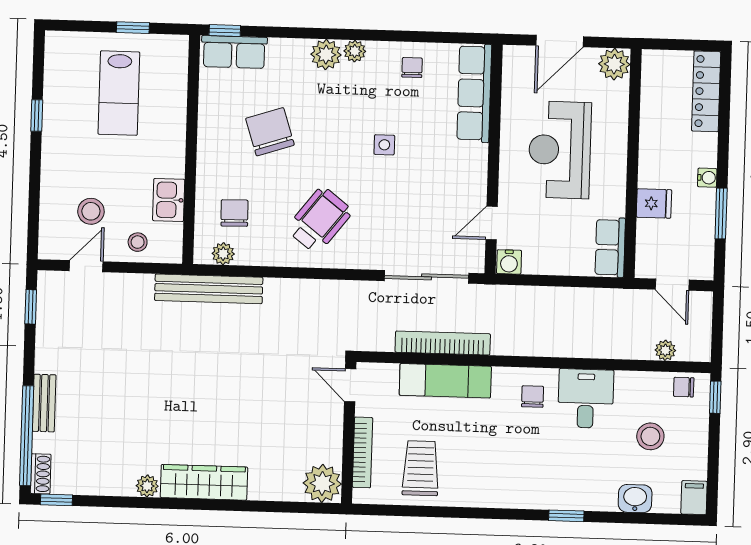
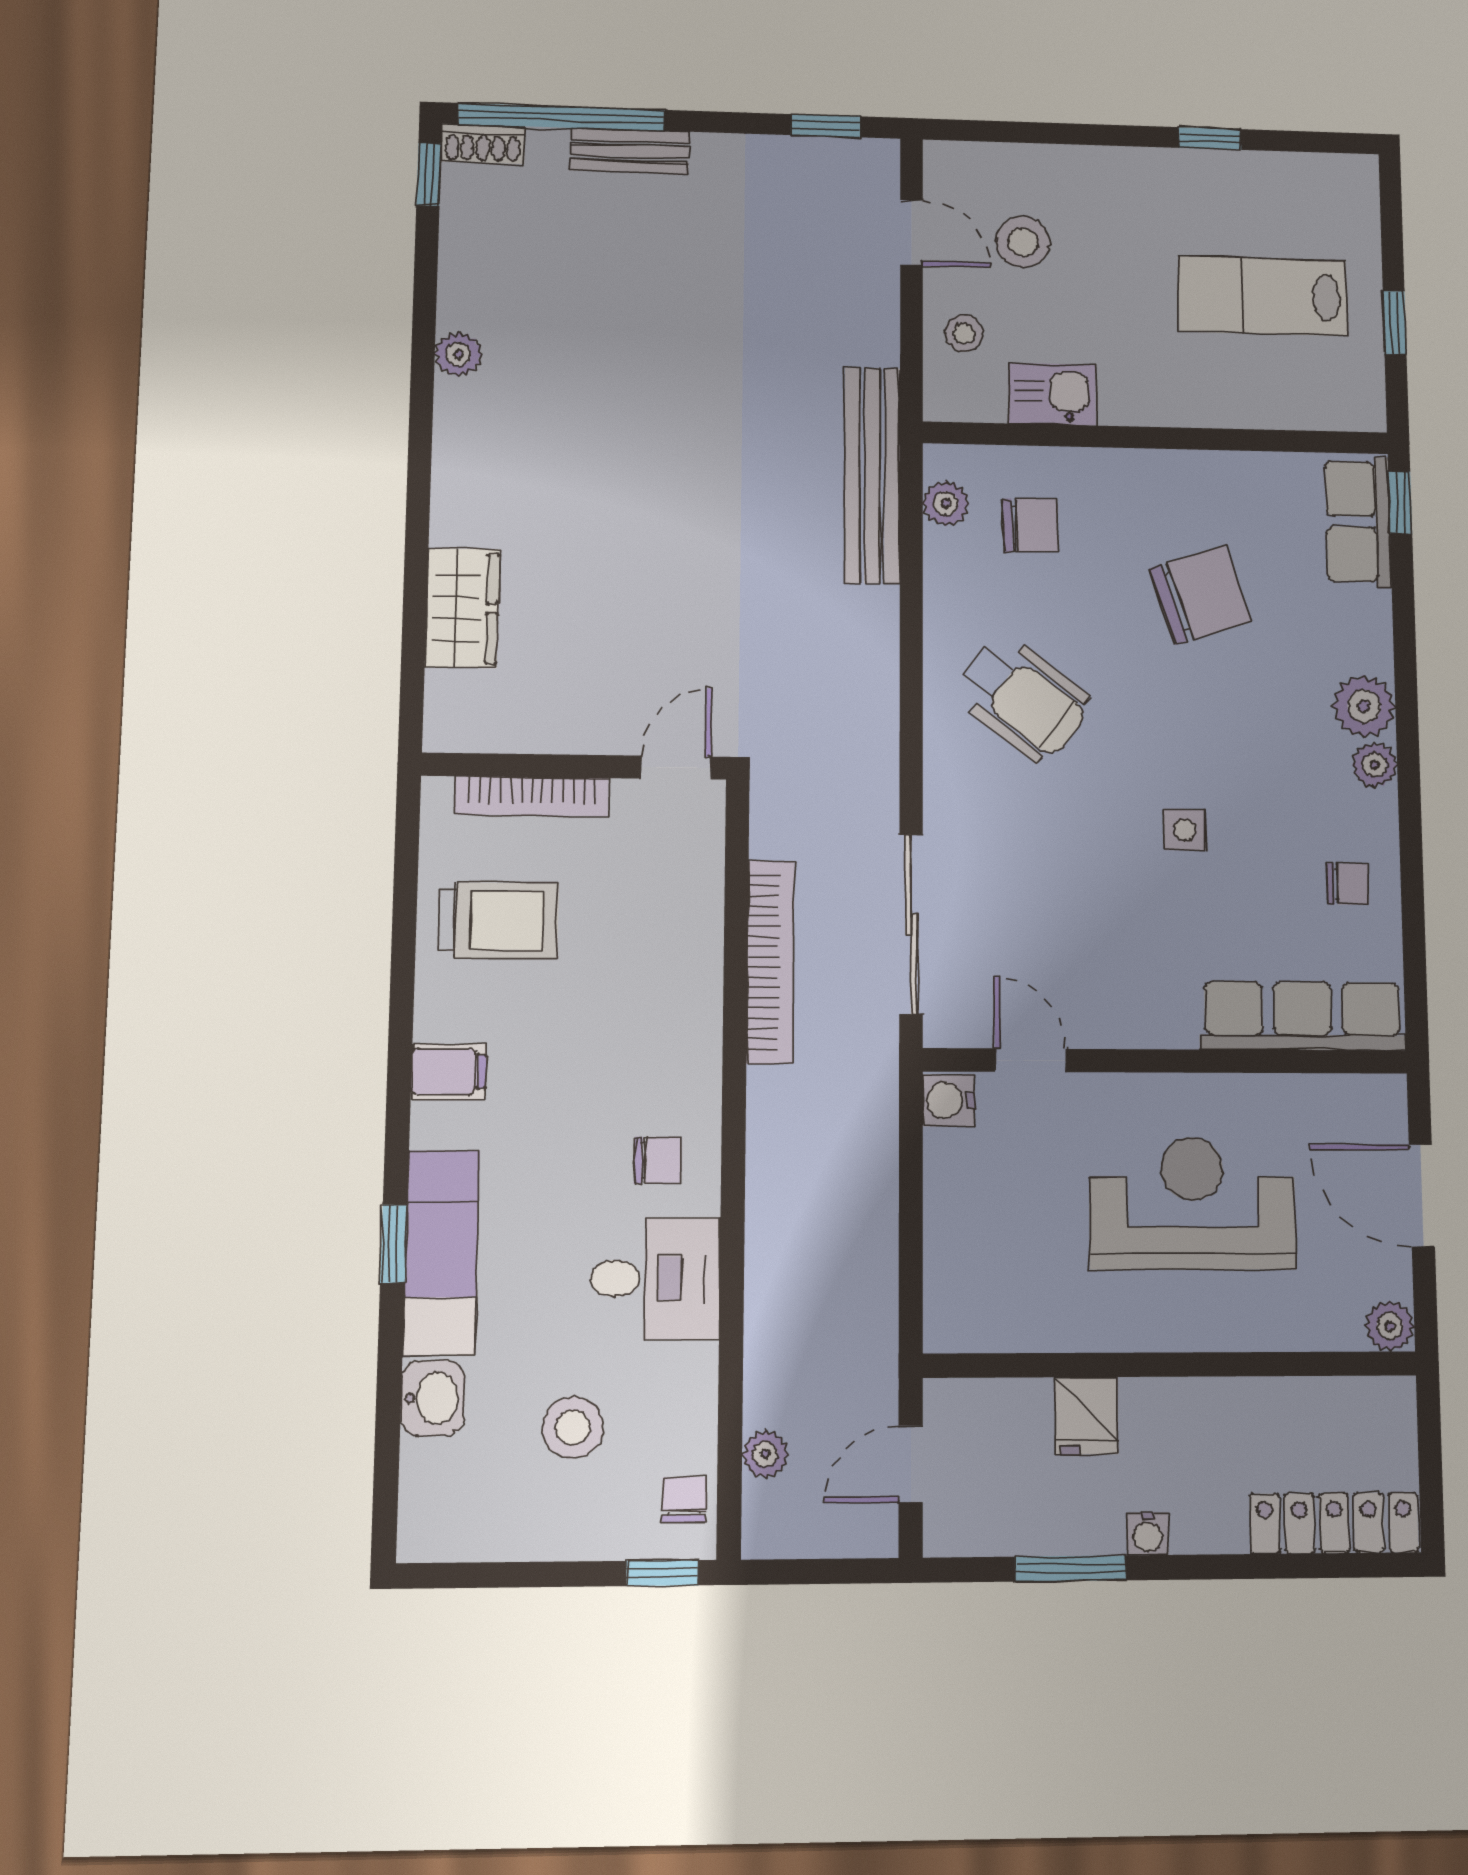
plant: (614, 64) -> (1390, 1326), width x0.73, depth x0.73
row of seats: (610, 247) -> (987, 1322), removed
exam couch: (445, 381) -> (441, 1252), moved, turned 180
wardrobe: (204, 482) -> (462, 608), moved, width x0.67
plant: (322, 483) -> (465, 713), removed
filing cabinet: (694, 498) -> (449, 1072), moved

